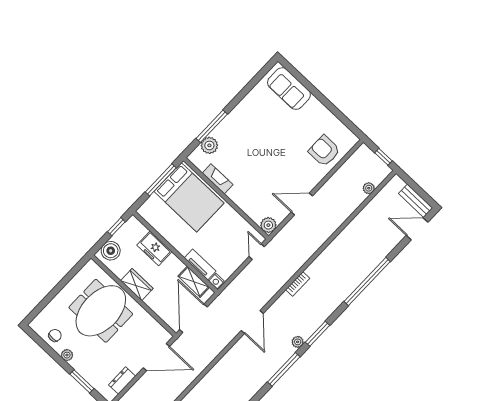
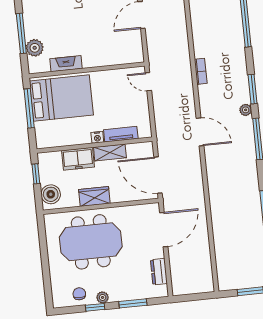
plant: (268, 225) -> (136, 55), removed
nightstand: (216, 281) -> (97, 137), moved
shelving: (194, 282) -> (110, 152), moved
meeting table: (101, 311) -> (91, 242), turned 90
window: (55, 356) -> (95, 307), added

